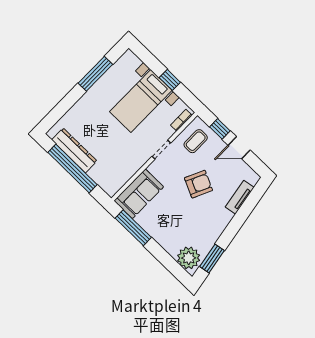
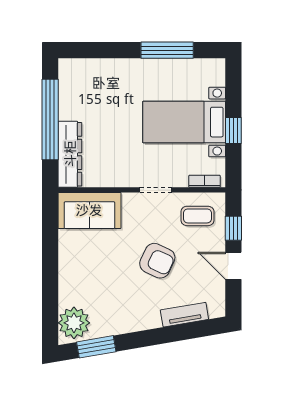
dresser: (74, 150) -> (70, 154), moved
window: (133, 228) -> (50, 238), removed

